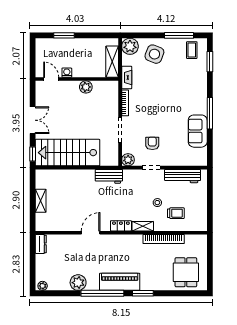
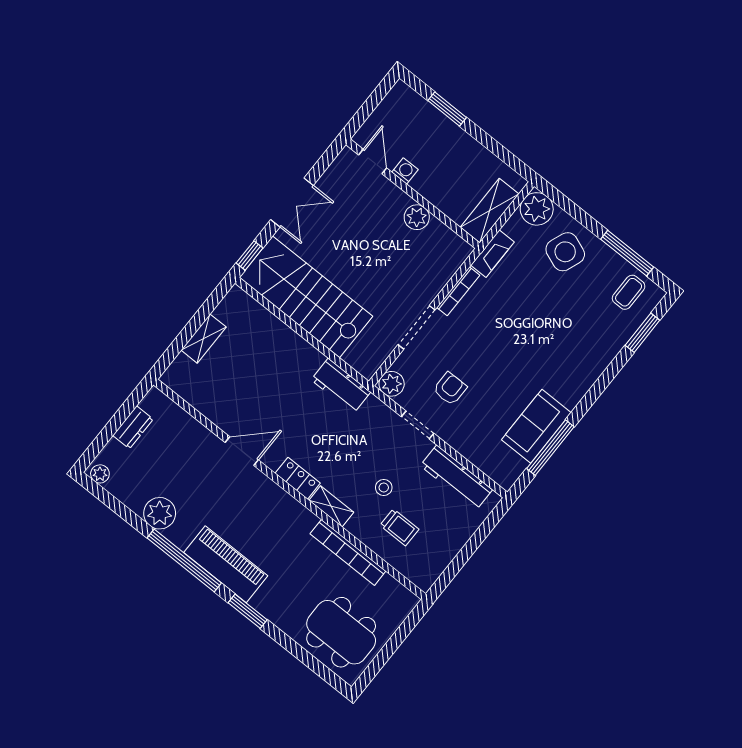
window: (210, 113) -> (550, 448), moved
dresser: (41, 244) -> (133, 427), moved
dining table: (186, 272) -> (341, 632), width x1.38

